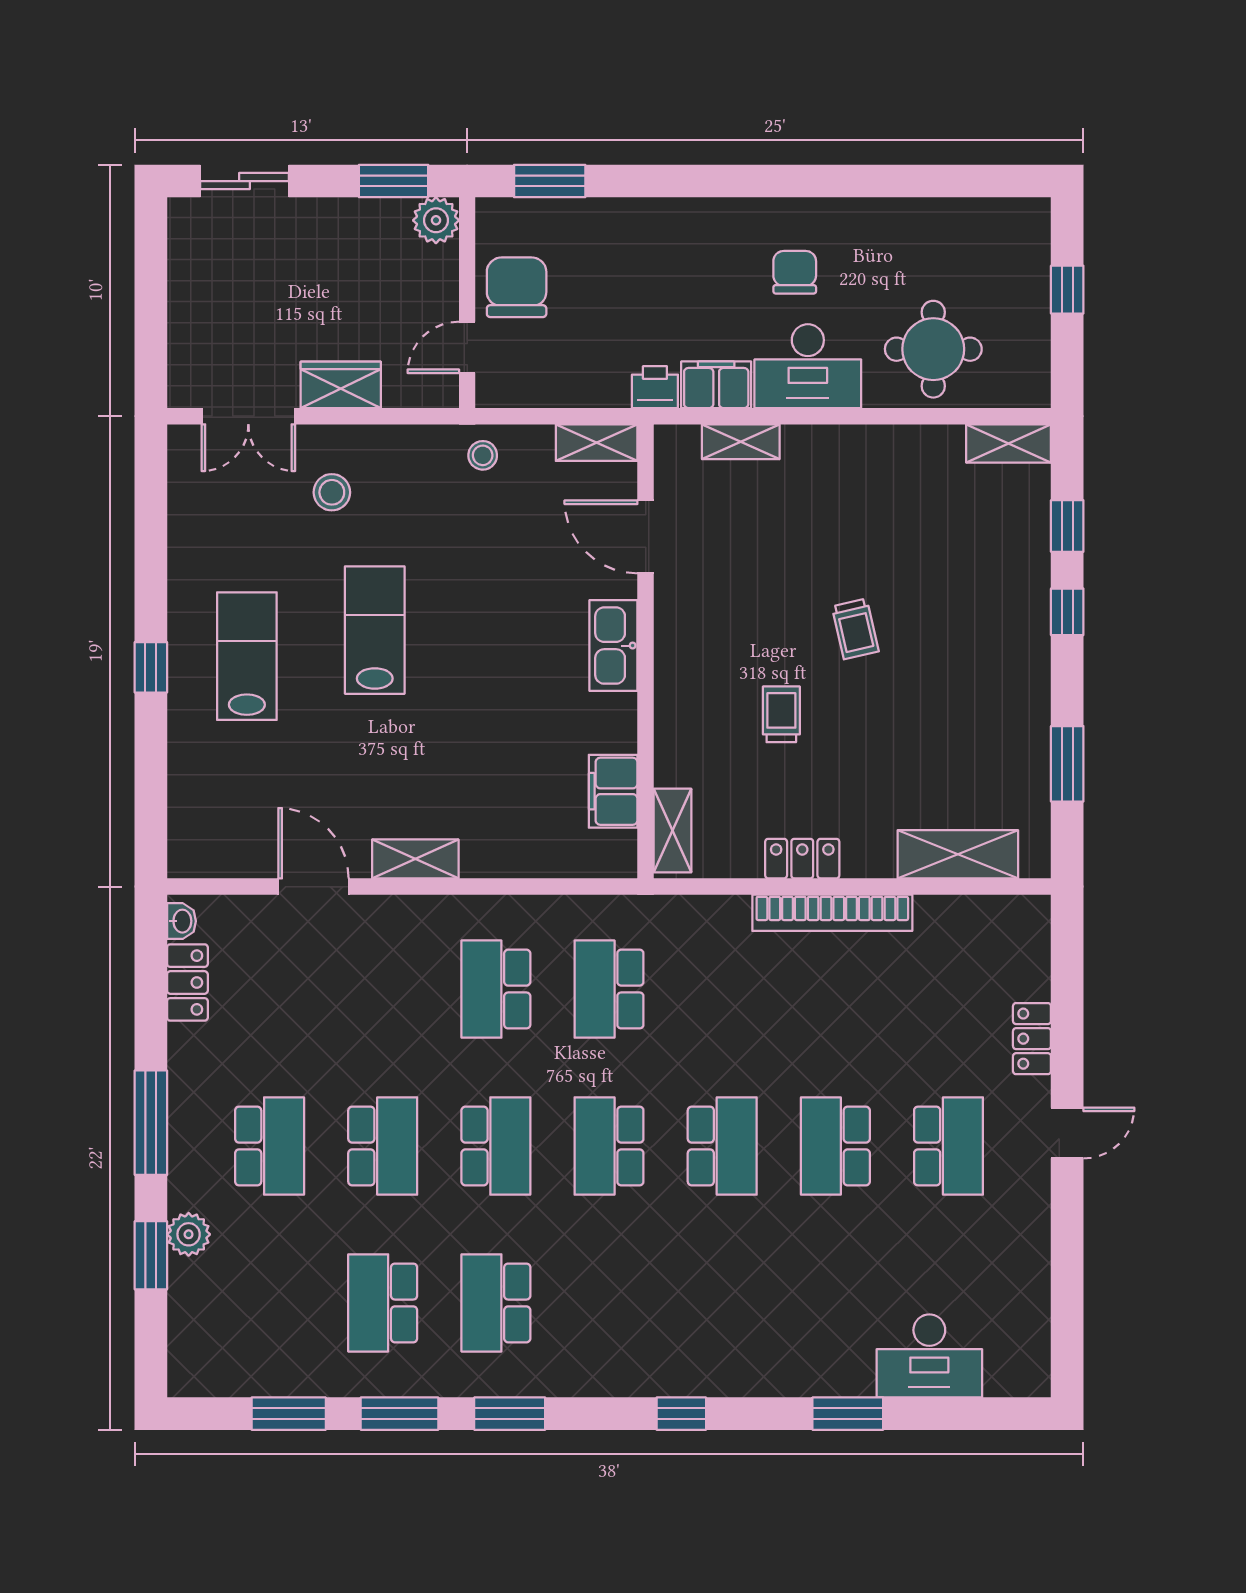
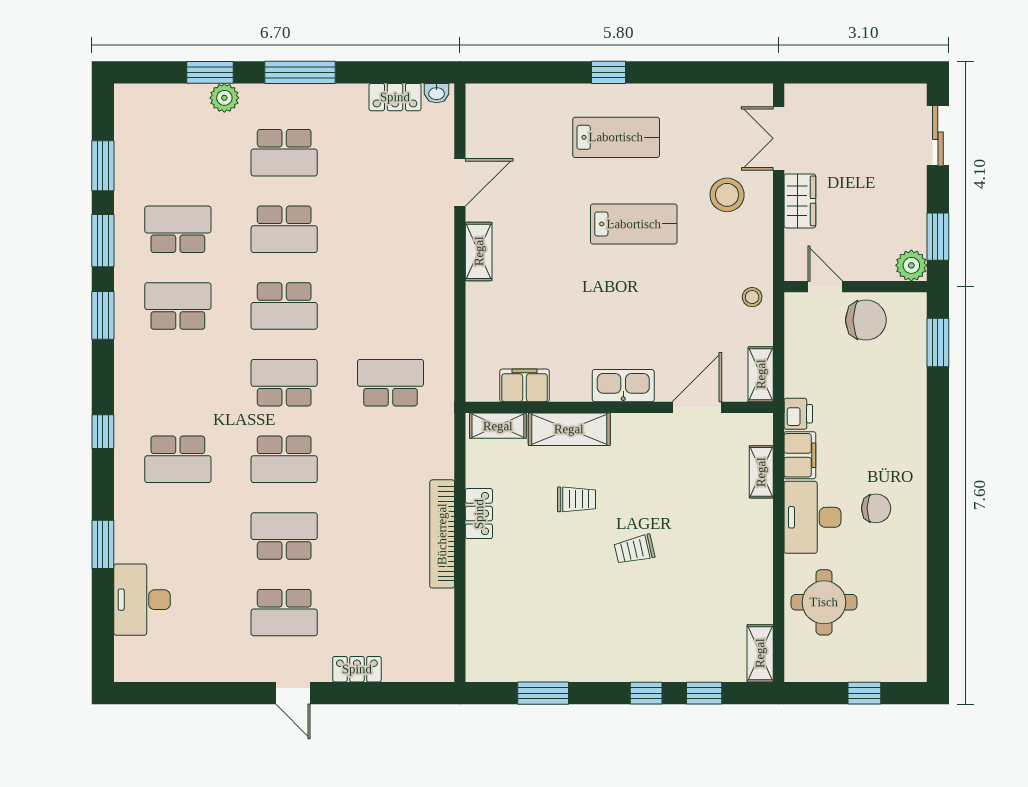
stool: (332, 492) -> (727, 195), width x1.38, depth x1.38
shelving: (958, 854) -> (569, 429), moved, turned 90
school desk: (496, 989) -> (178, 459), moved, turned 180

